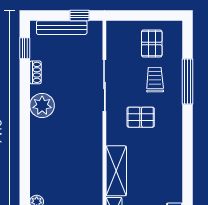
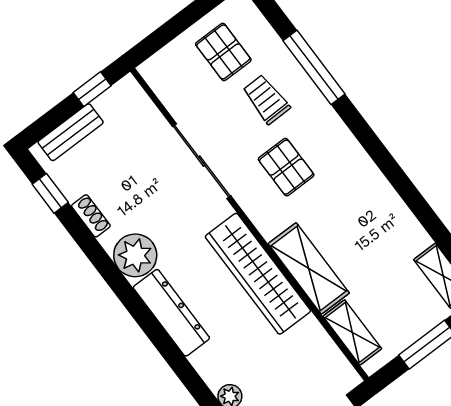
bench: (62, 28) -> (71, 132), width x0.73
pallet: (141, 117) -> (286, 167), turned 90
dresser: (39, 144) -> (171, 313), added
wardrobe: (91, 156) -> (258, 274), added

